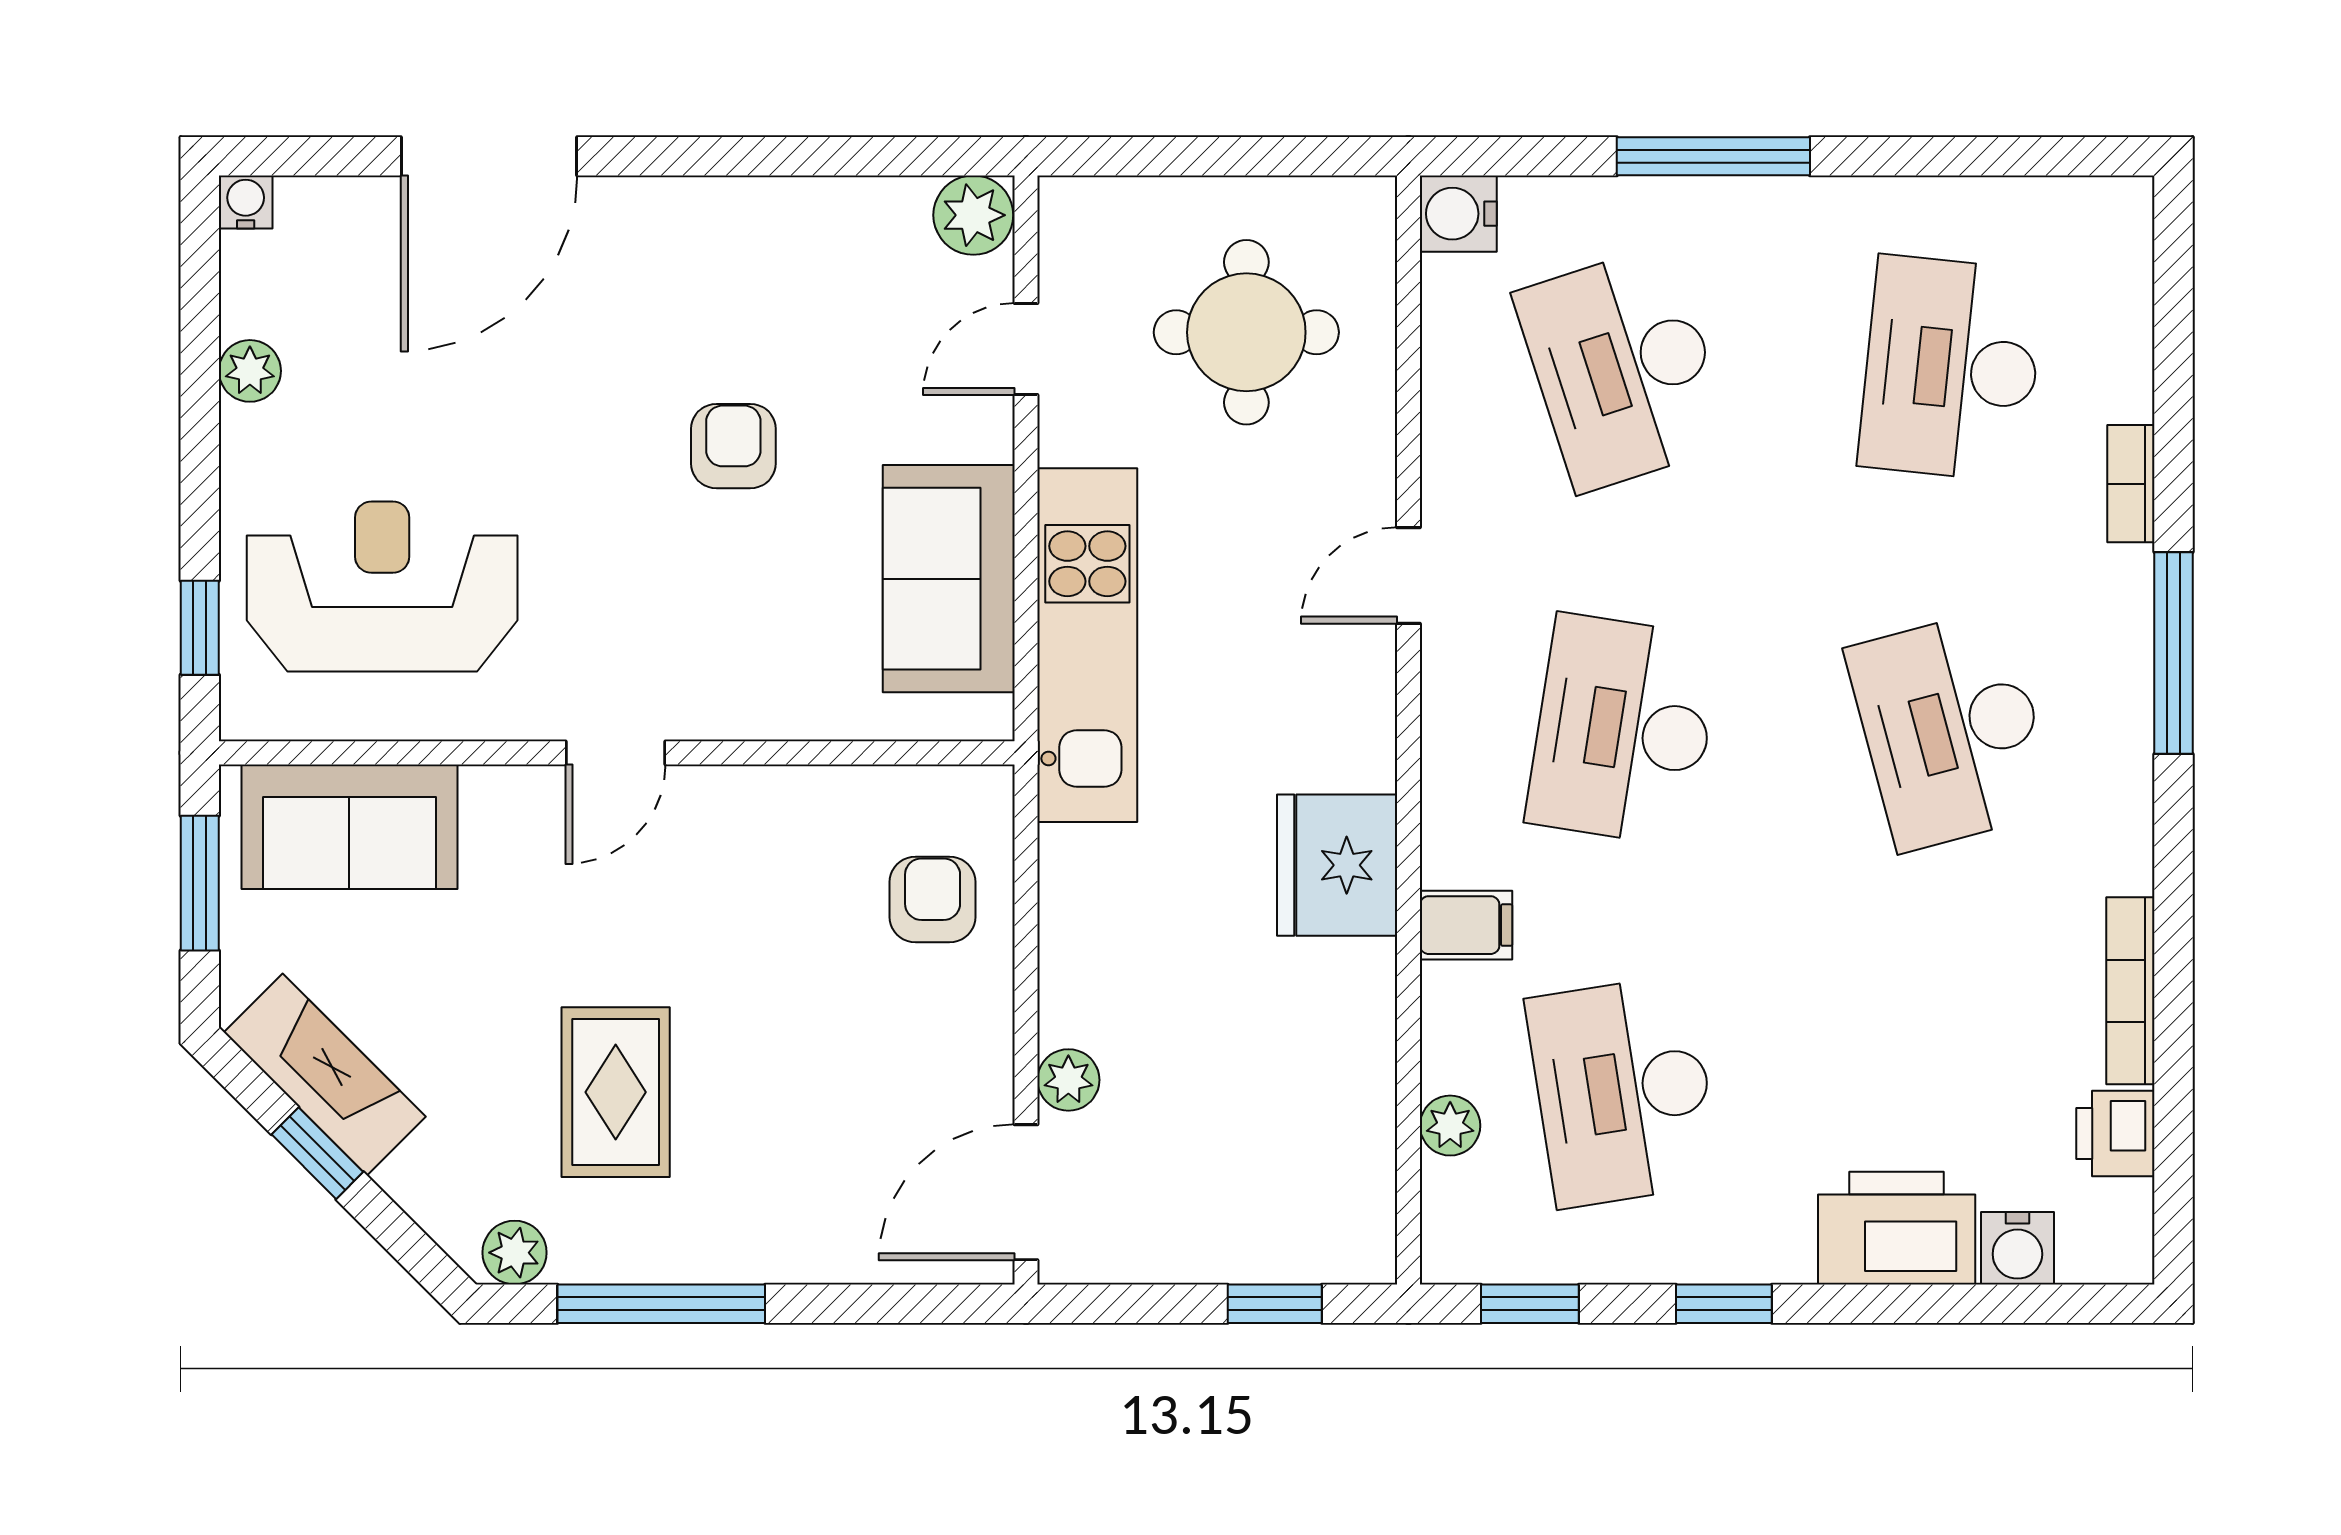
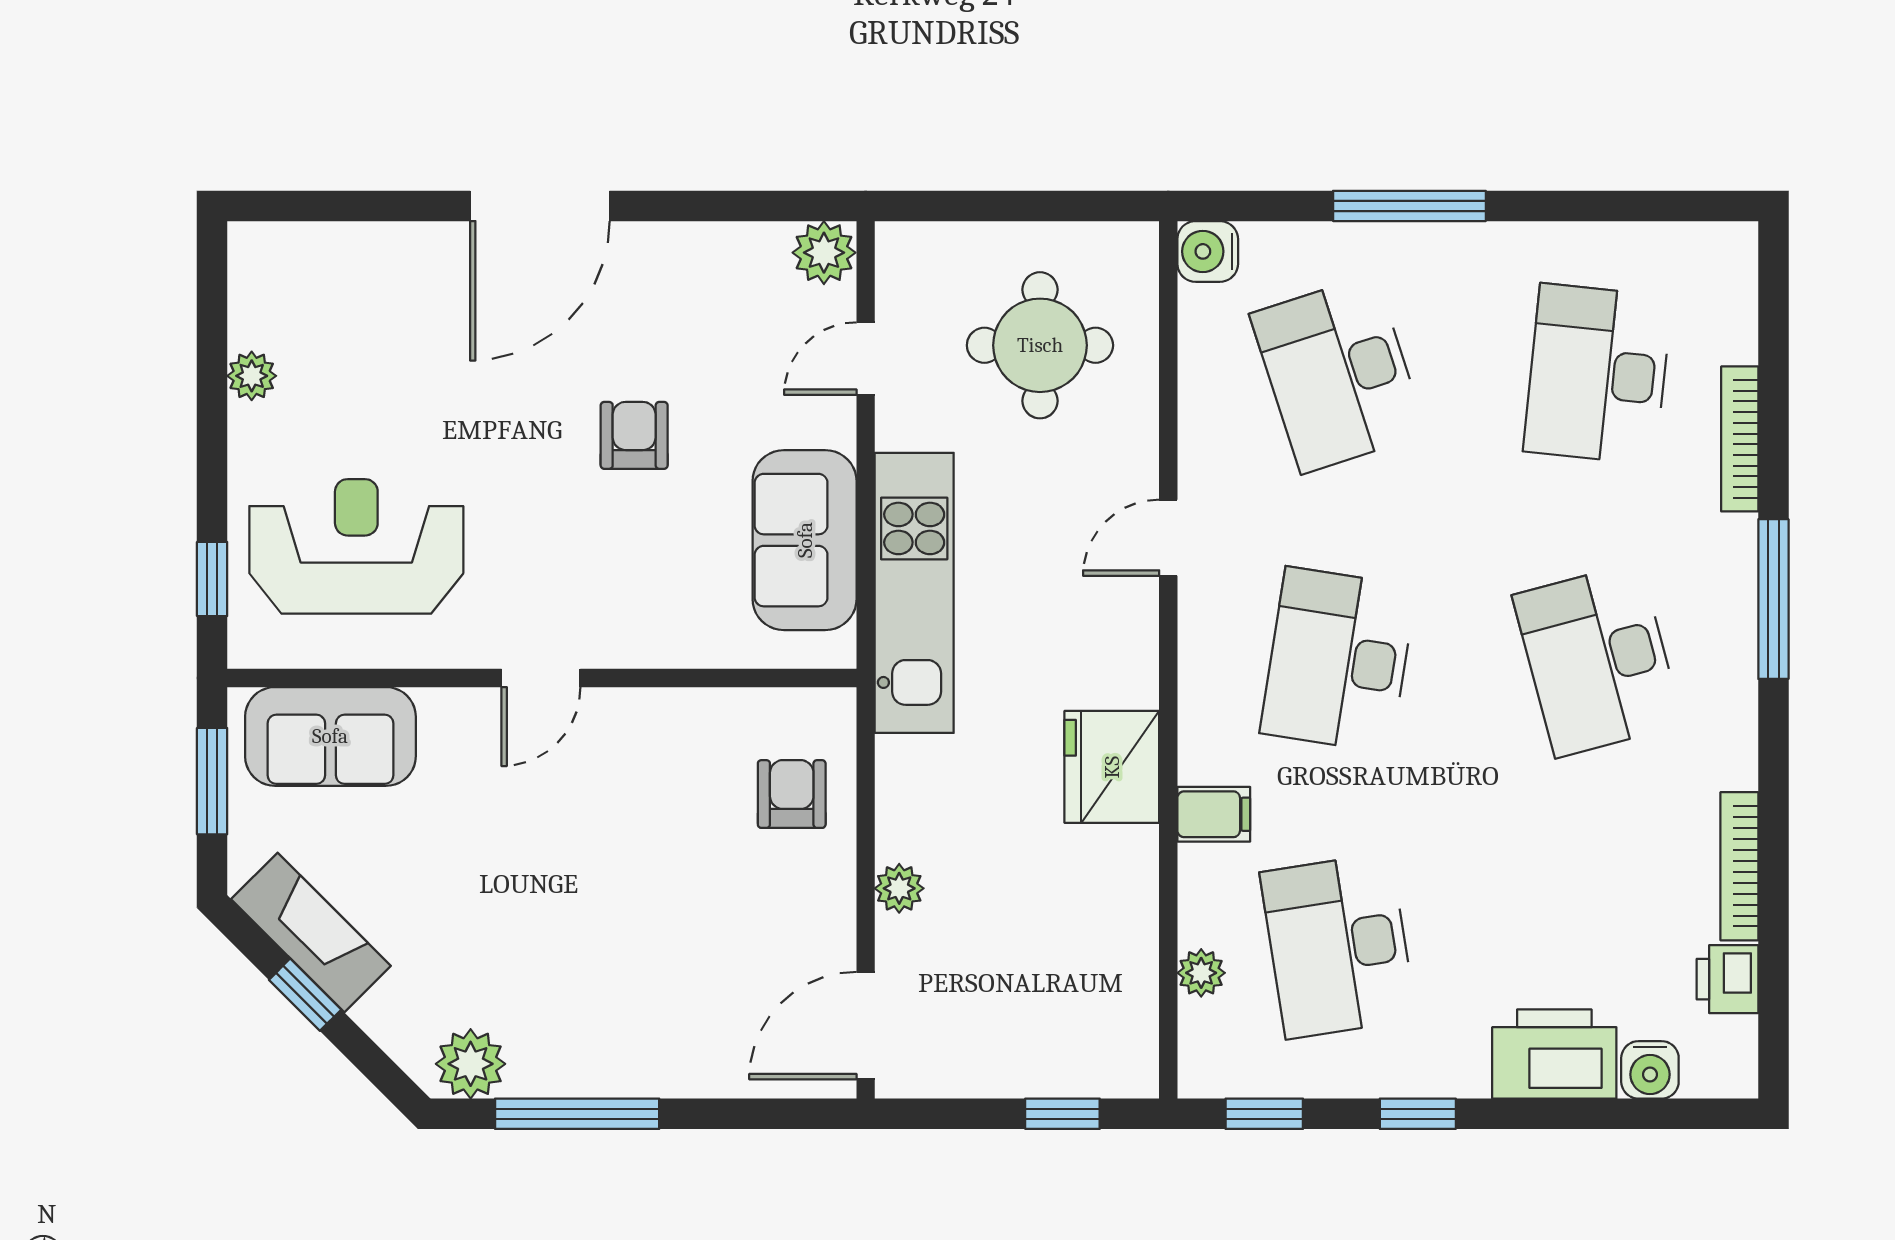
door: (489, 156) -> (540, 206), moved
water cooler: (246, 202) -> (248, 242), removed
bookcase: (2131, 484) -> (1740, 439), width x1.56
plant: (1068, 1080) -> (899, 888), moved
rug: (616, 1092) -> (541, 946), removed
plant: (515, 1253) -> (471, 1064), width x1.38, depth x1.38

